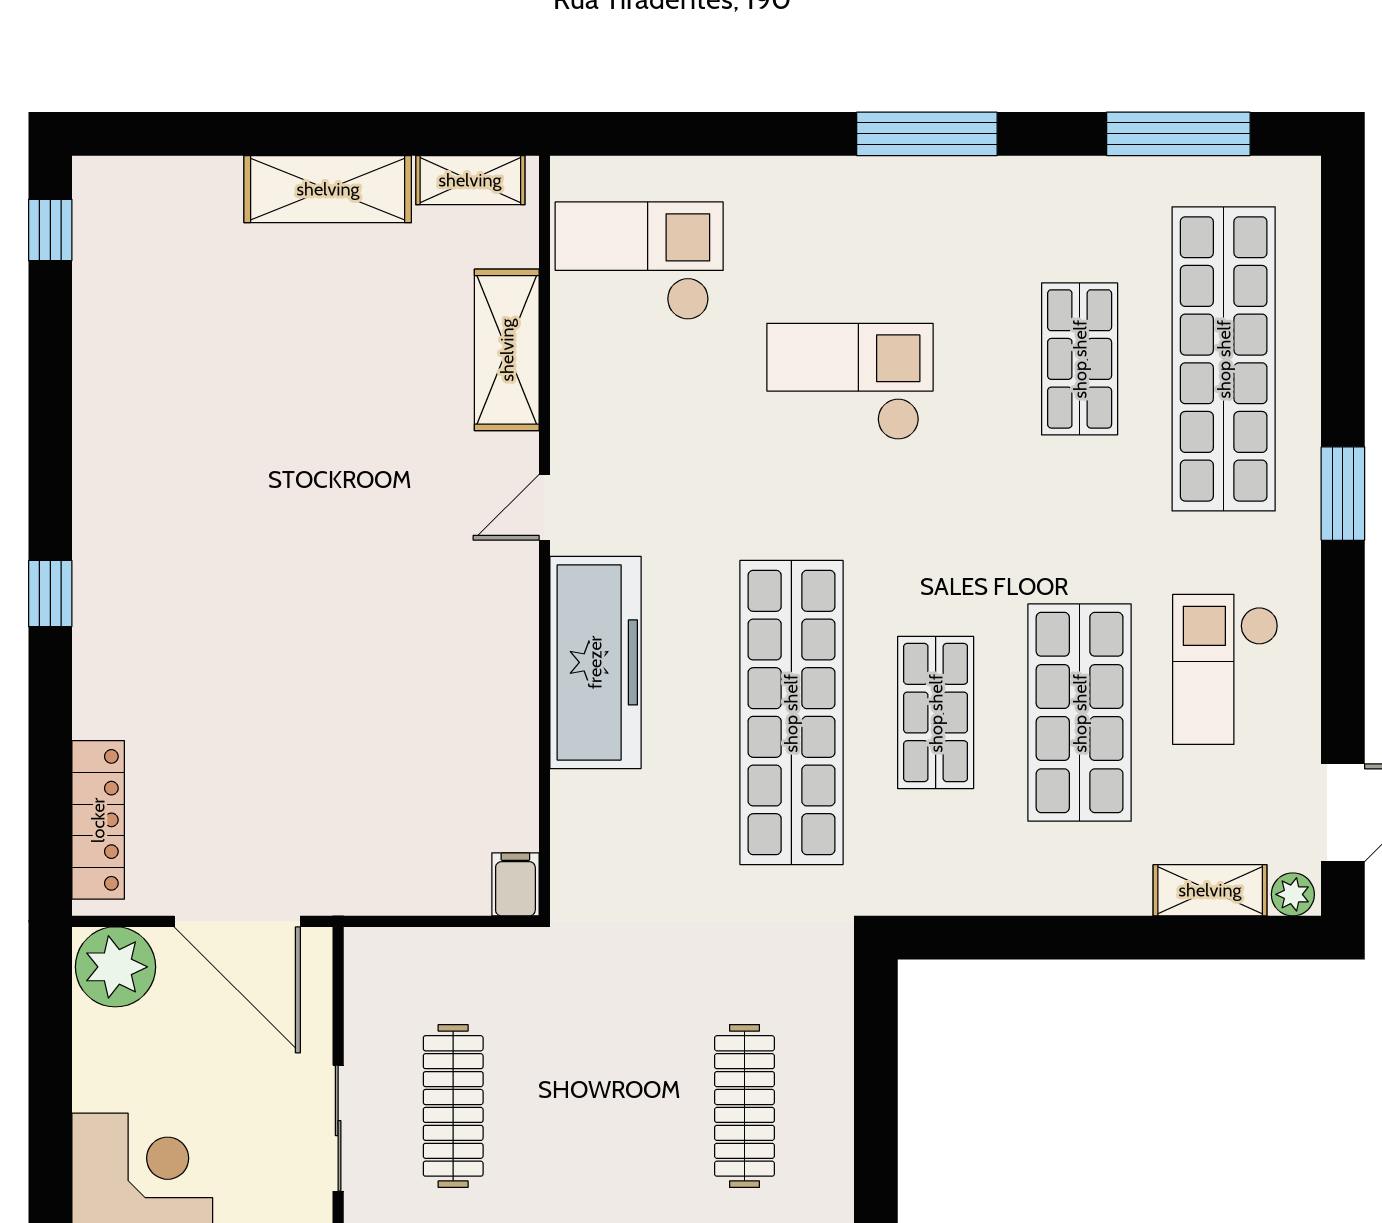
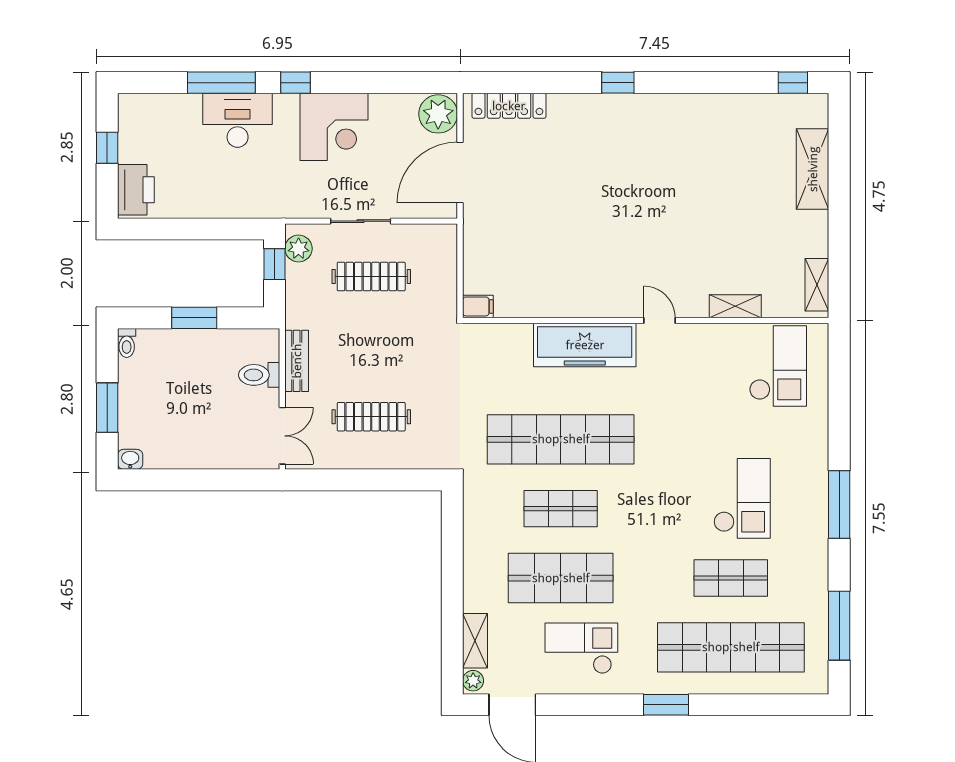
shelving: (328, 189) -> (813, 169), moved
shelving: (507, 350) -> (735, 306), width x0.67, depth x0.75
checkout: (850, 382) -> (742, 498), moved

